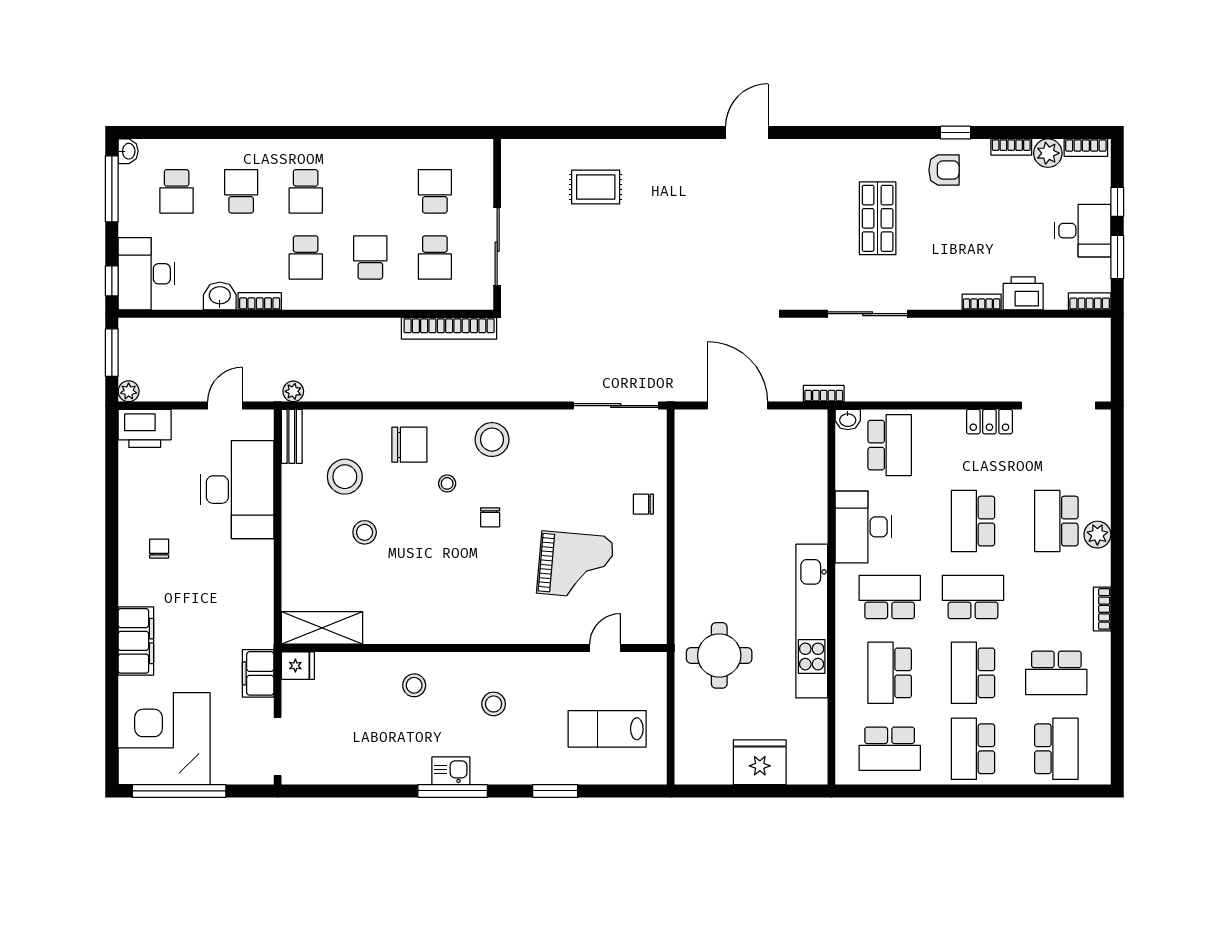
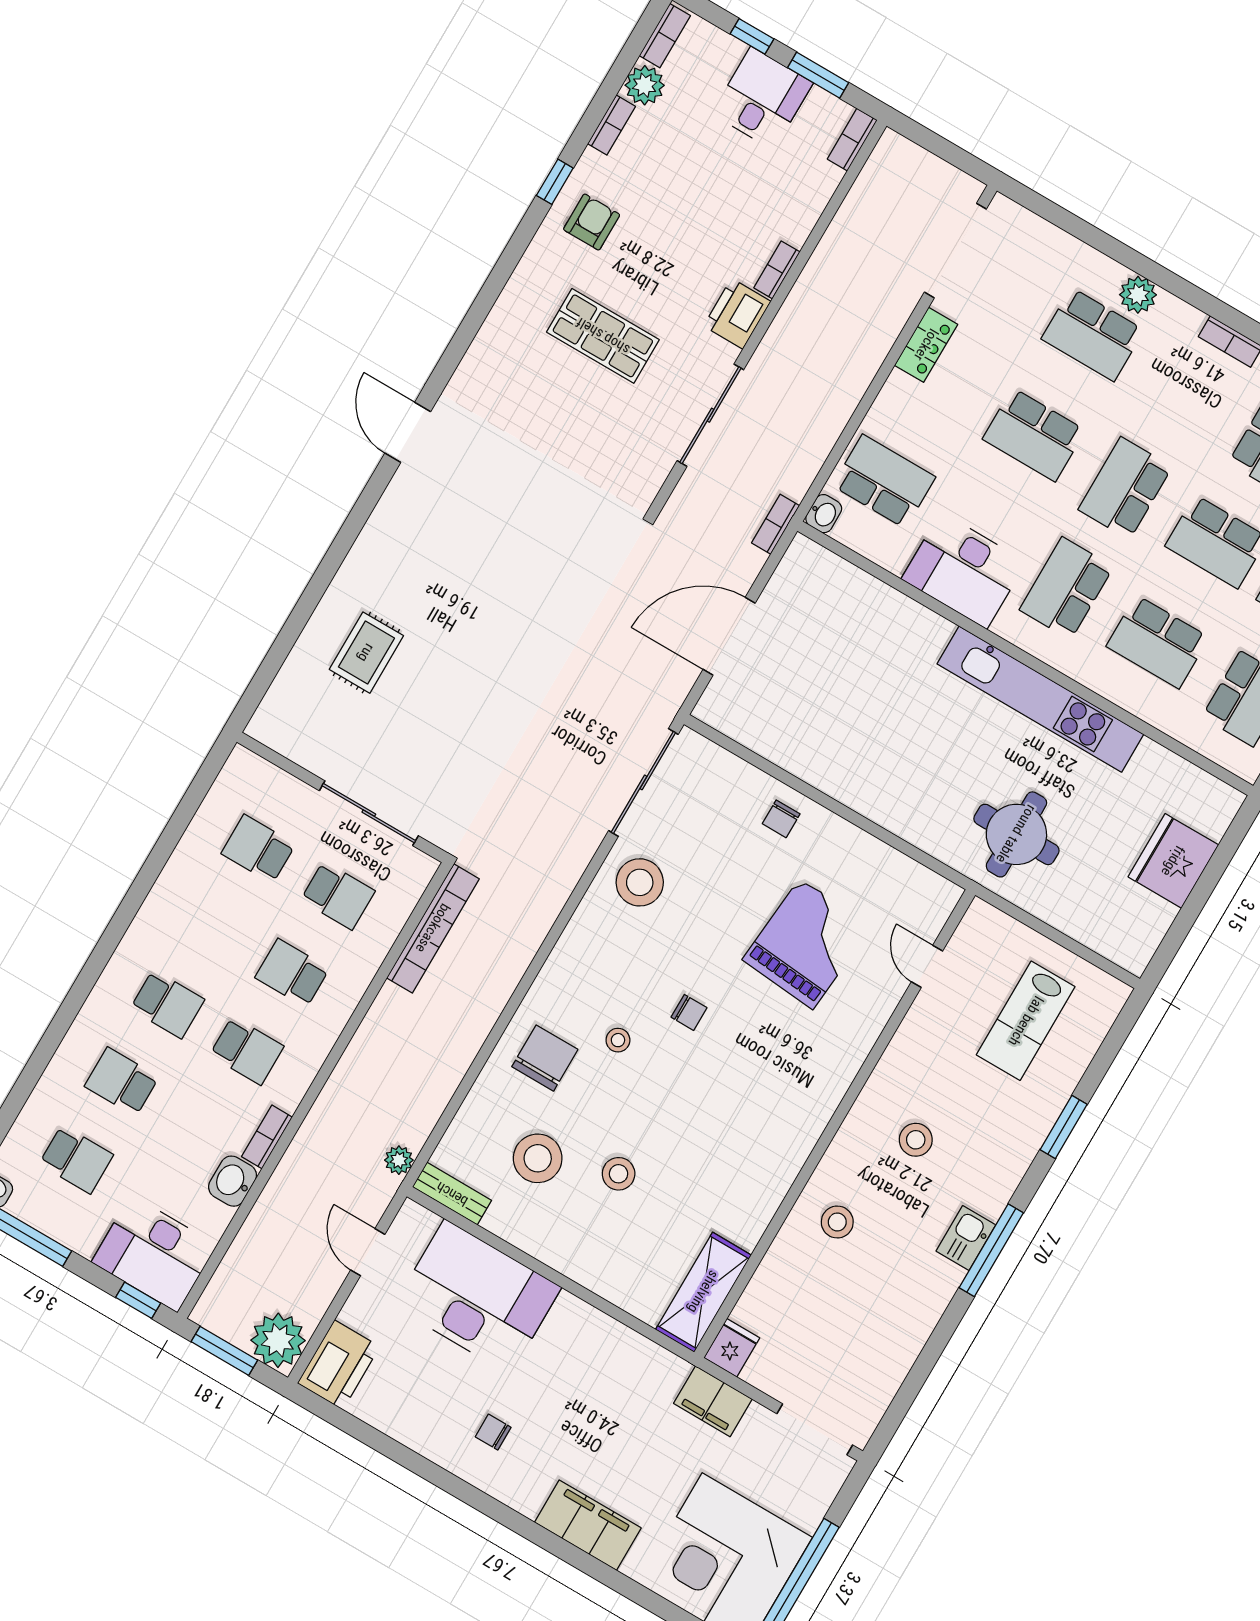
printer: (1023, 293) -> (737, 314), moved
plant: (129, 391) -> (278, 1340), width x1.87, depth x1.87
stool: (492, 440) -> (640, 882), moved

